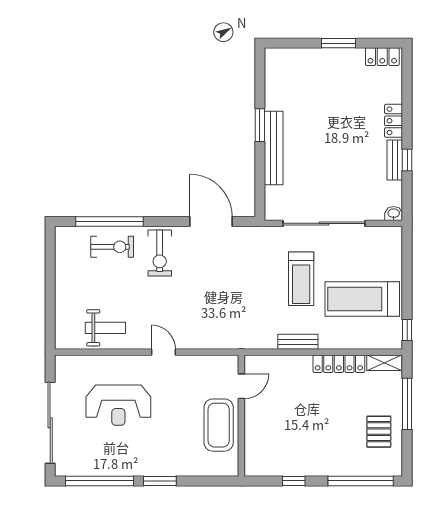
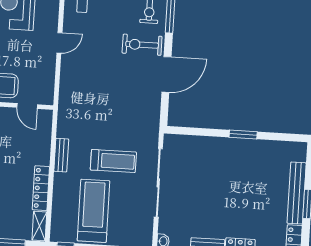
bench: (274, 148) -> (297, 193), moved, turned 90
door: (211, 222) -> (166, 74), moved
treadmill: (301, 279) -> (113, 161), turned 180

